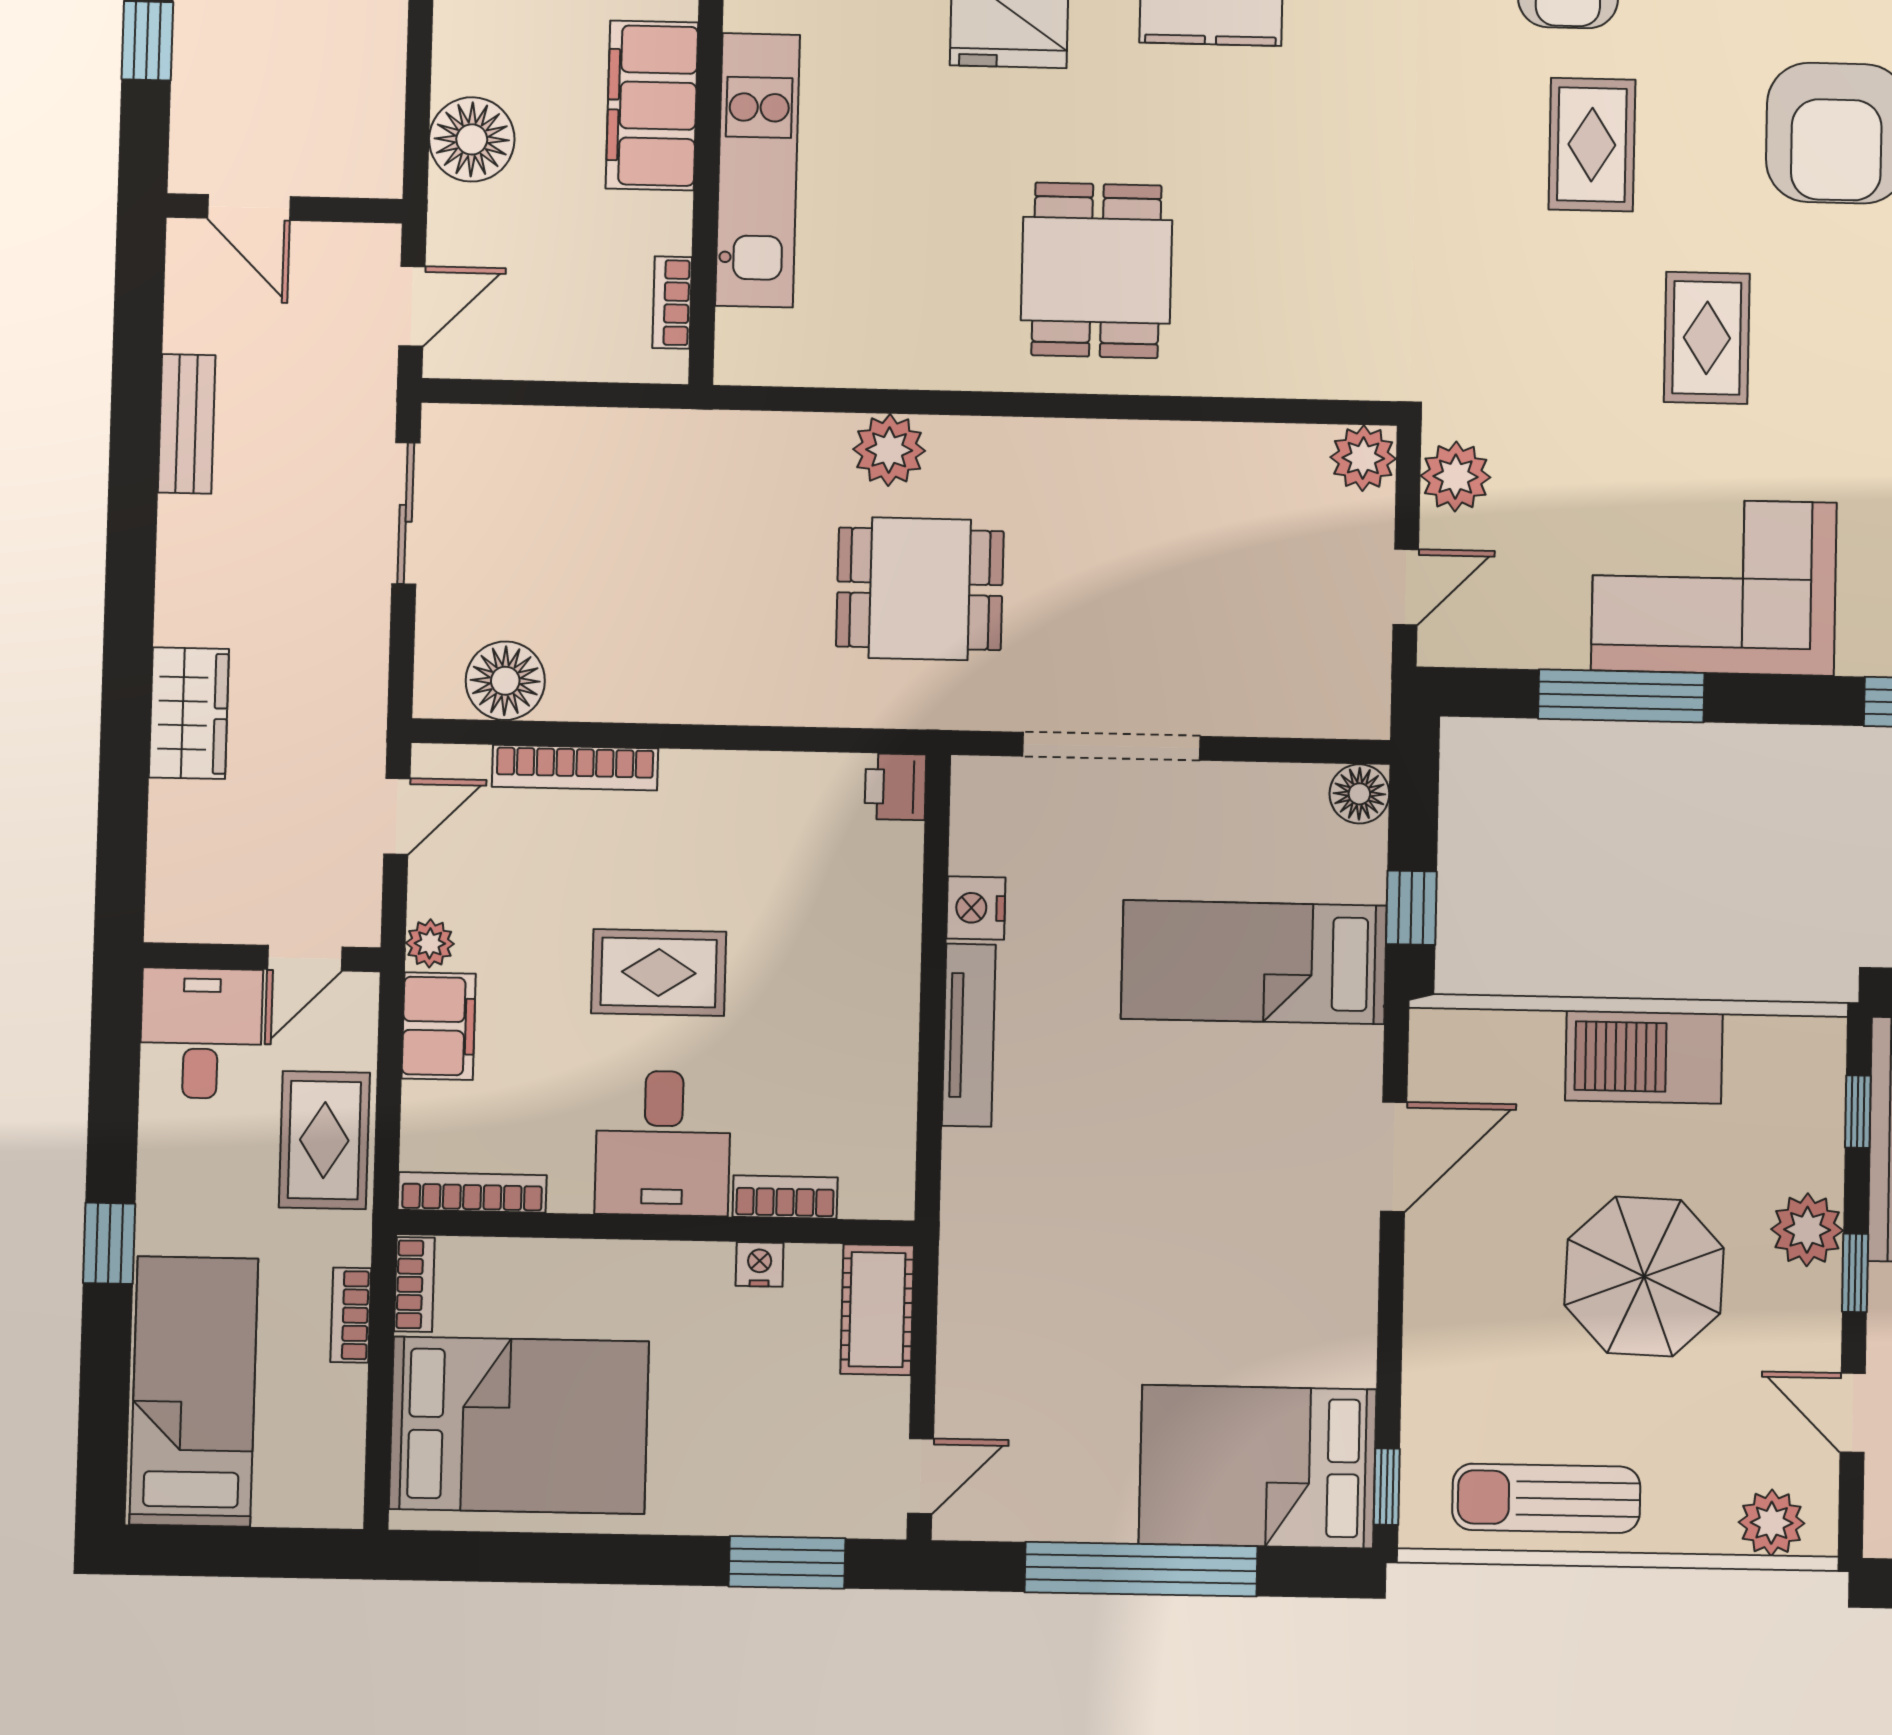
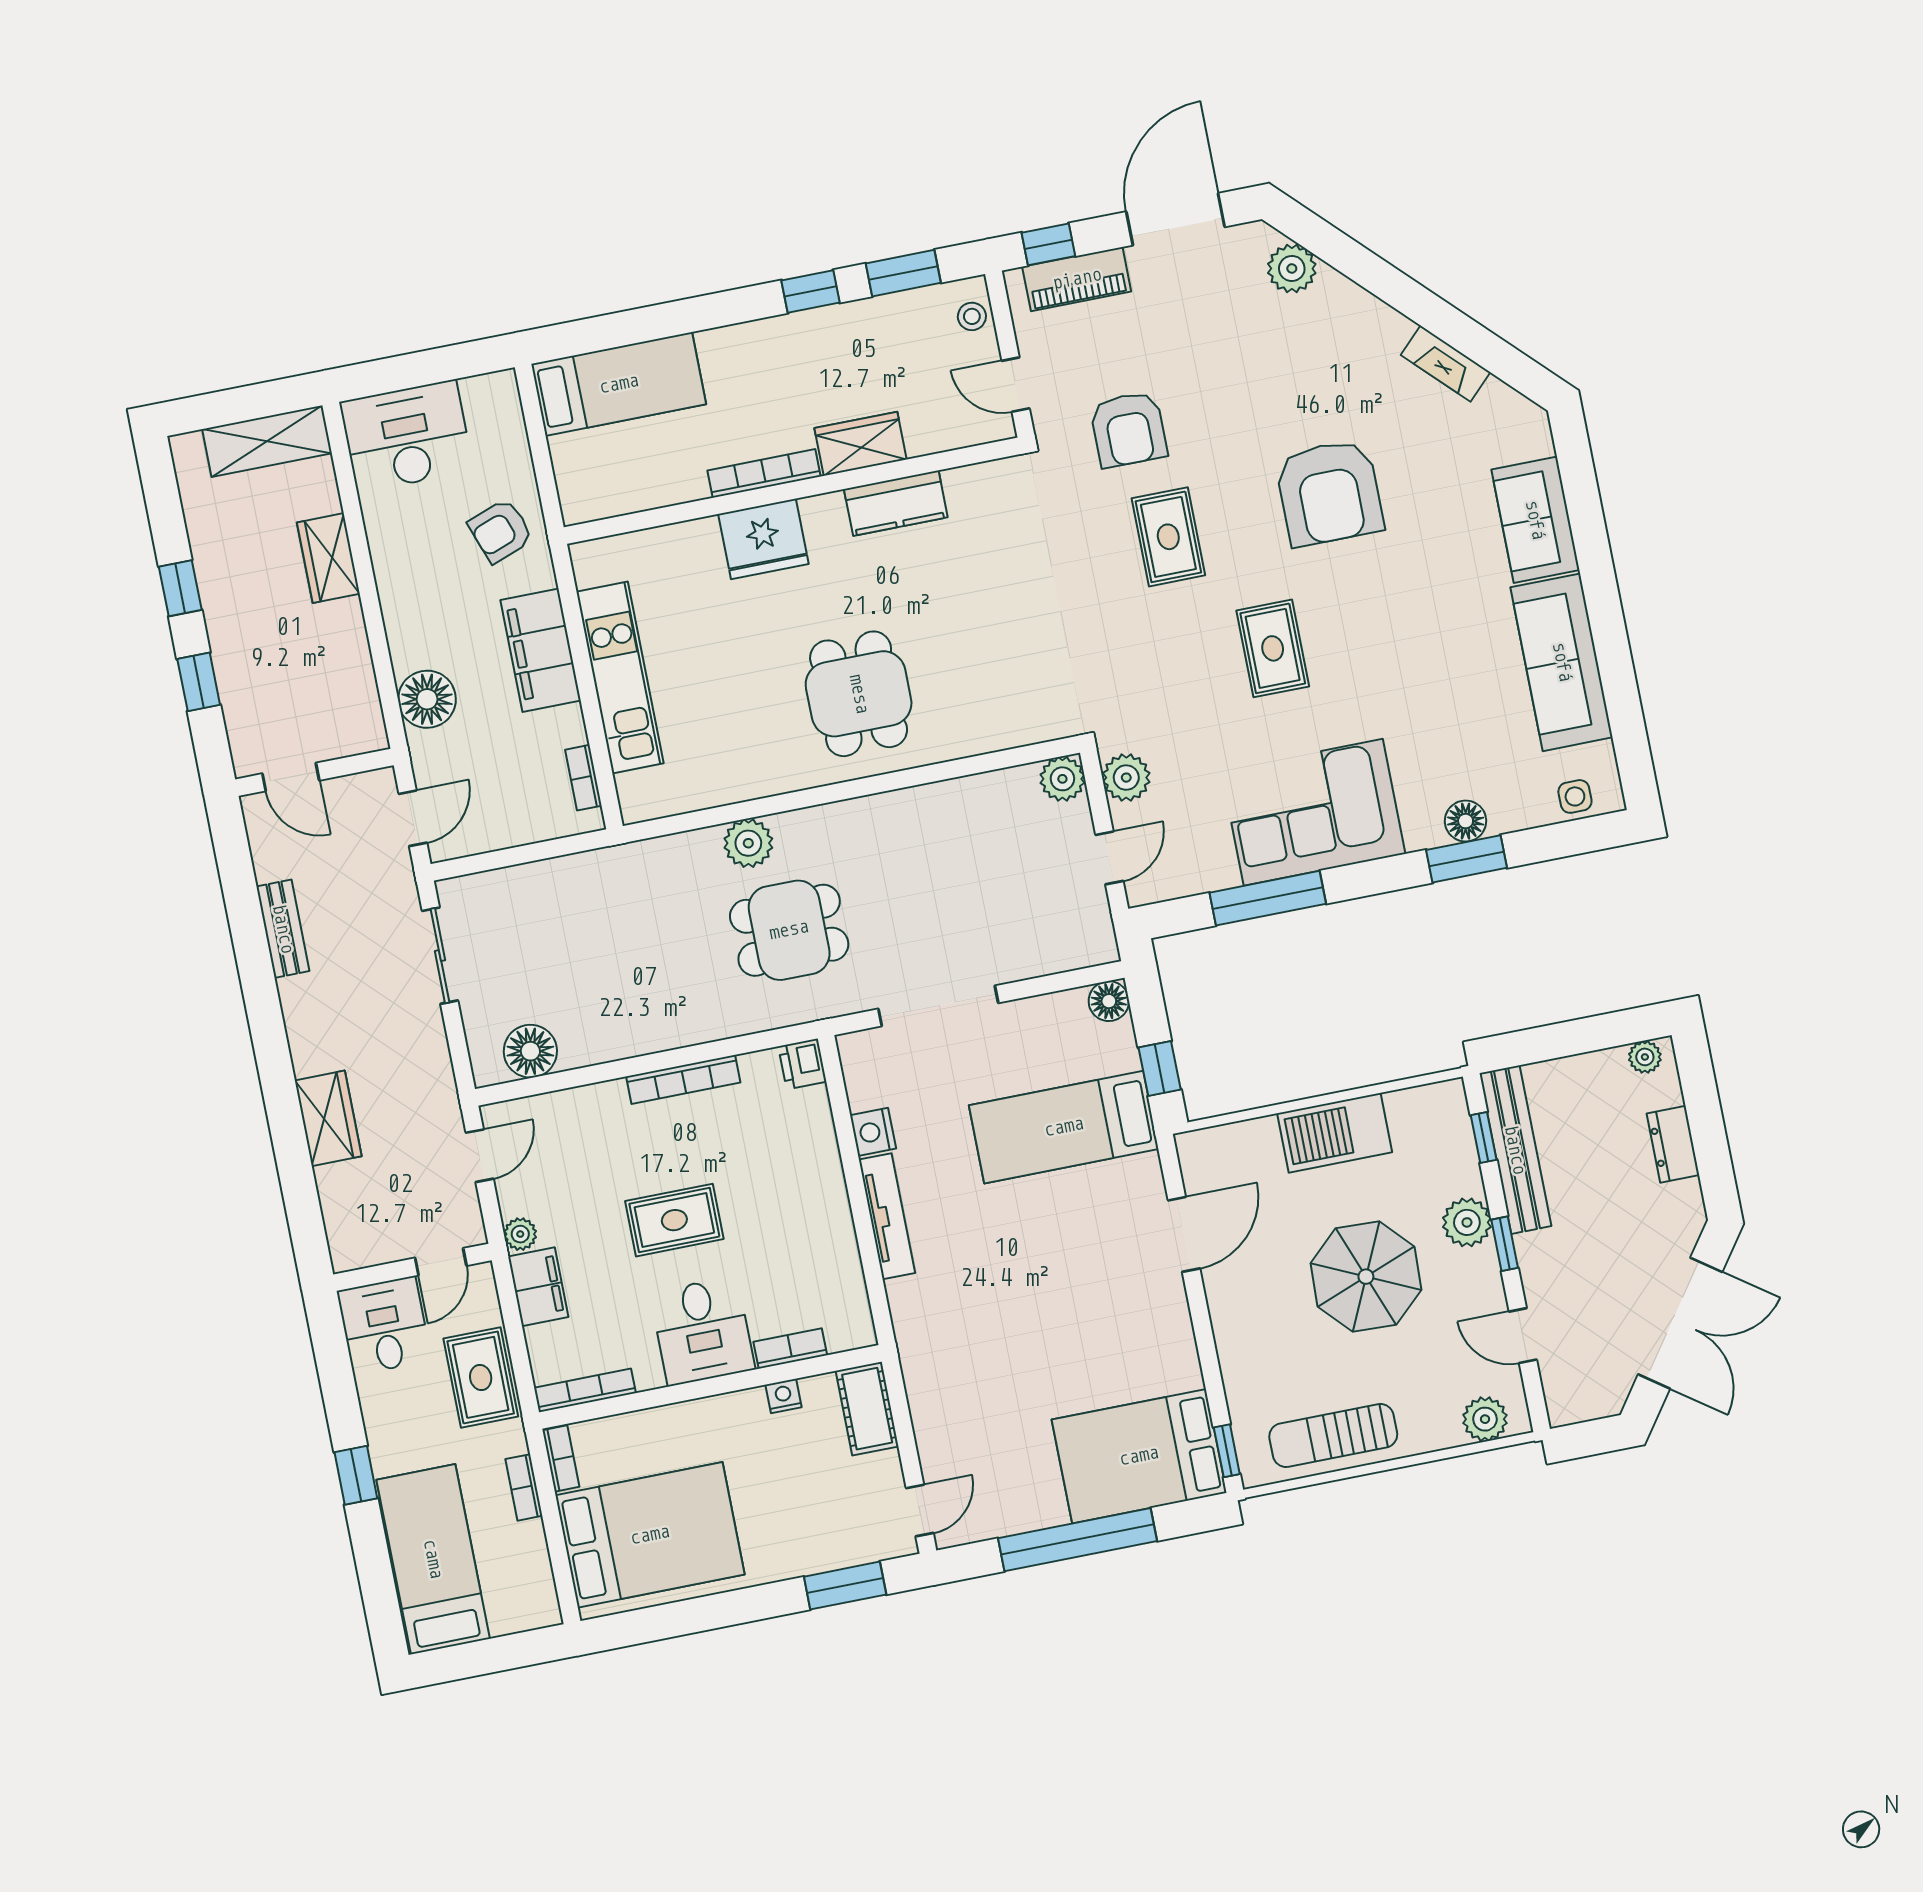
bookcase: (575, 768) -> (683, 1079), moved

